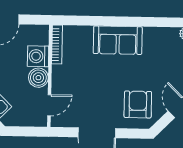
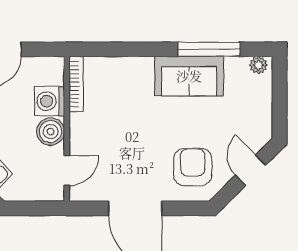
window: (151, 22) -> (209, 49), added
sofa: (118, 40) -> (189, 76), moved

